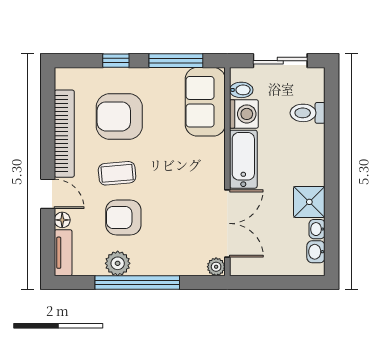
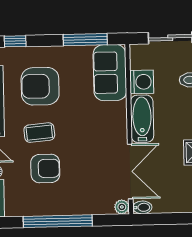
window: (116, 61) -> (15, 41), moved
bidet: (241, 90) -> (142, 207), moved
armchair: (123, 217) -> (45, 168), turned 180
plant: (118, 263) -> (41, 206), removed

